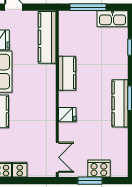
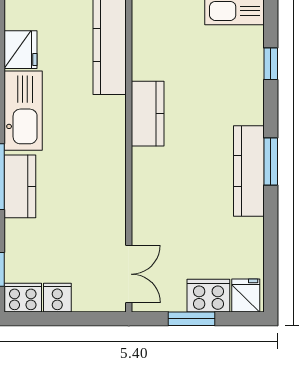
fridge: (67, 115) -> (246, 295), moved, turned -90

